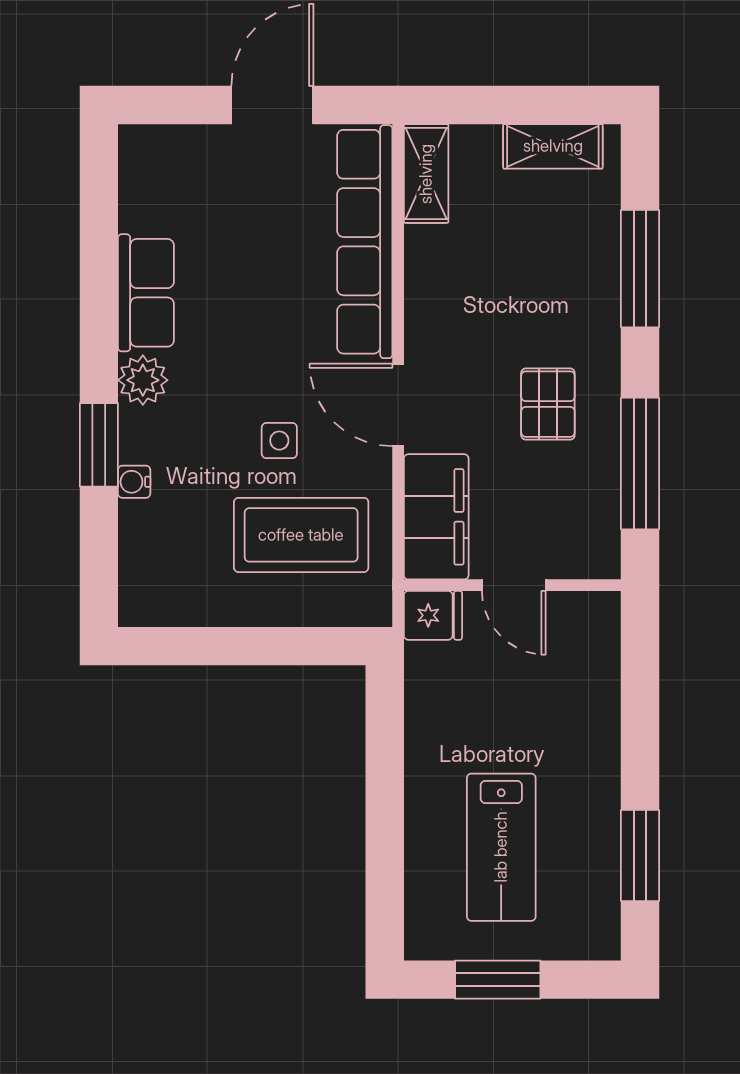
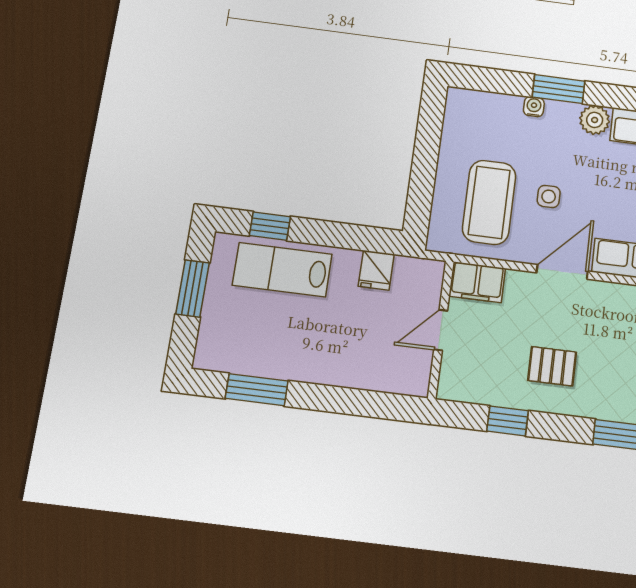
window: (640, 464) -> (508, 421), width x0.46
filing cabinet: (436, 517) -> (477, 282), width x0.67, depth x0.86
fridge: (433, 615) -> (376, 270), moved
lab bench: (501, 847) -> (282, 270), moved
window: (385, 876) -> (270, 226), added

